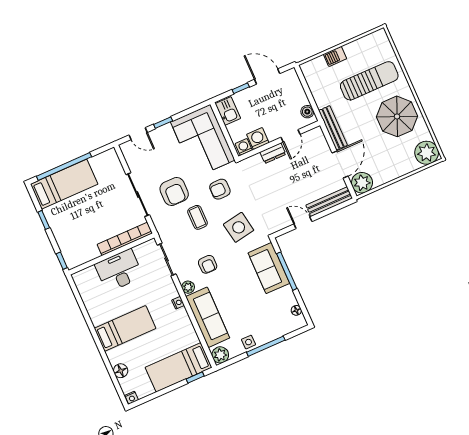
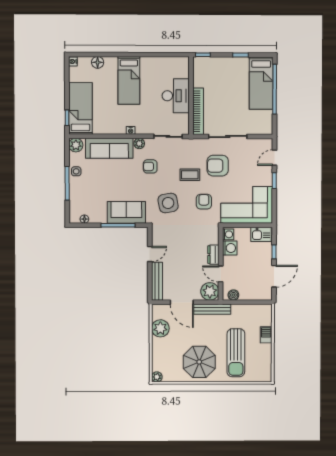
plant: (315, 139) -> (210, 291), added
plant: (427, 153) -> (157, 377), width x0.53, depth x0.53
plant: (362, 183) -> (160, 328), moved

